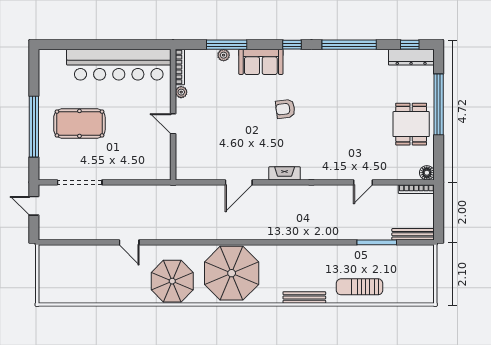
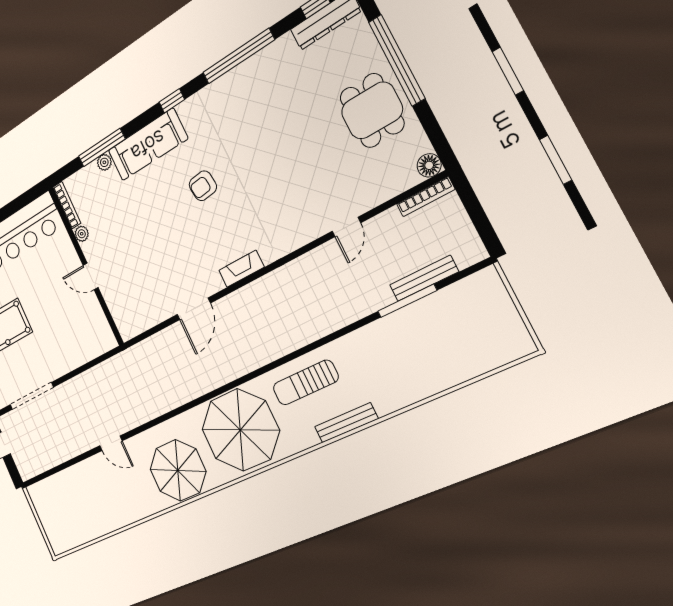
sofa: (261, 62) -> (148, 145), width x1.36
bench: (413, 234) -> (424, 278), moved
sun lounger: (360, 287) -> (305, 383), moved

